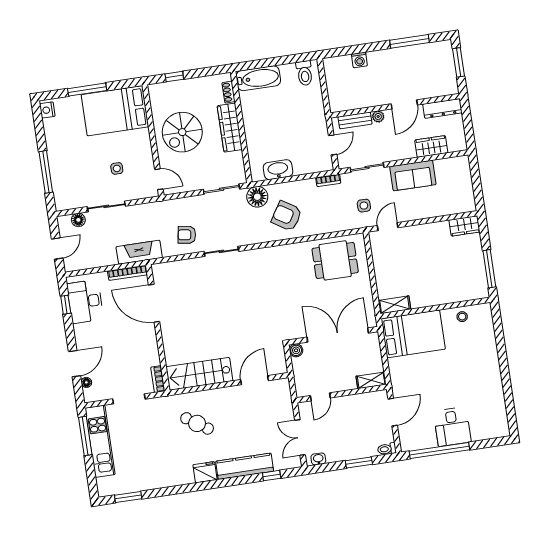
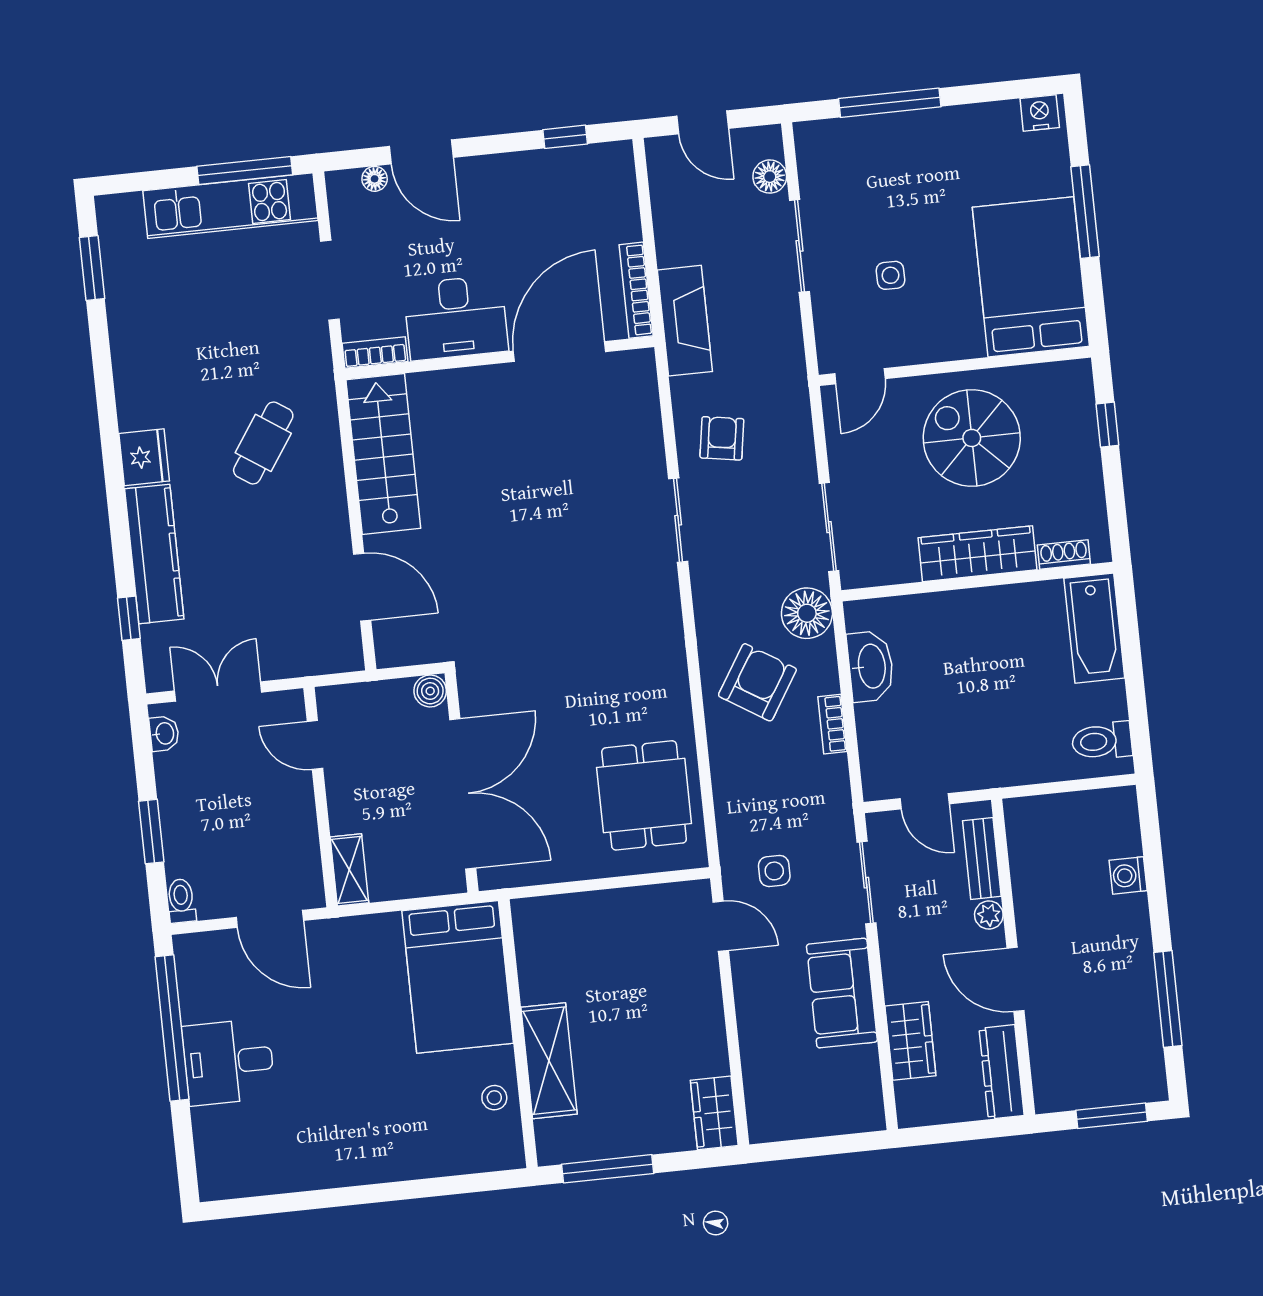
bookcase: (328, 180) -> (832, 724), moved
desk: (85, 302) -> (456, 318), moved, turned 180
shelving: (395, 305) -> (549, 1061), moved, width x1.50, depth x1.33

